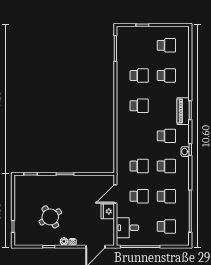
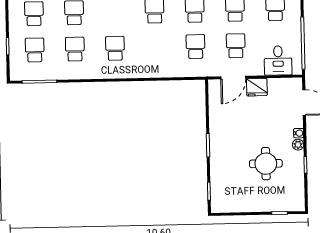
school desk: (139, 45) -> (35, 50), added
door: (115, 194) -> (233, 78), hinge flipped
round table: (50, 217) -> (266, 164), turned 32

